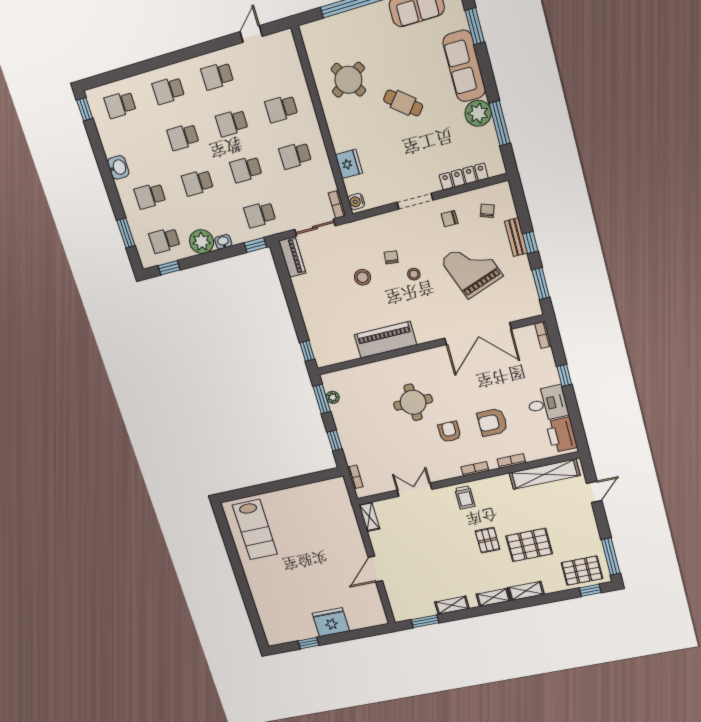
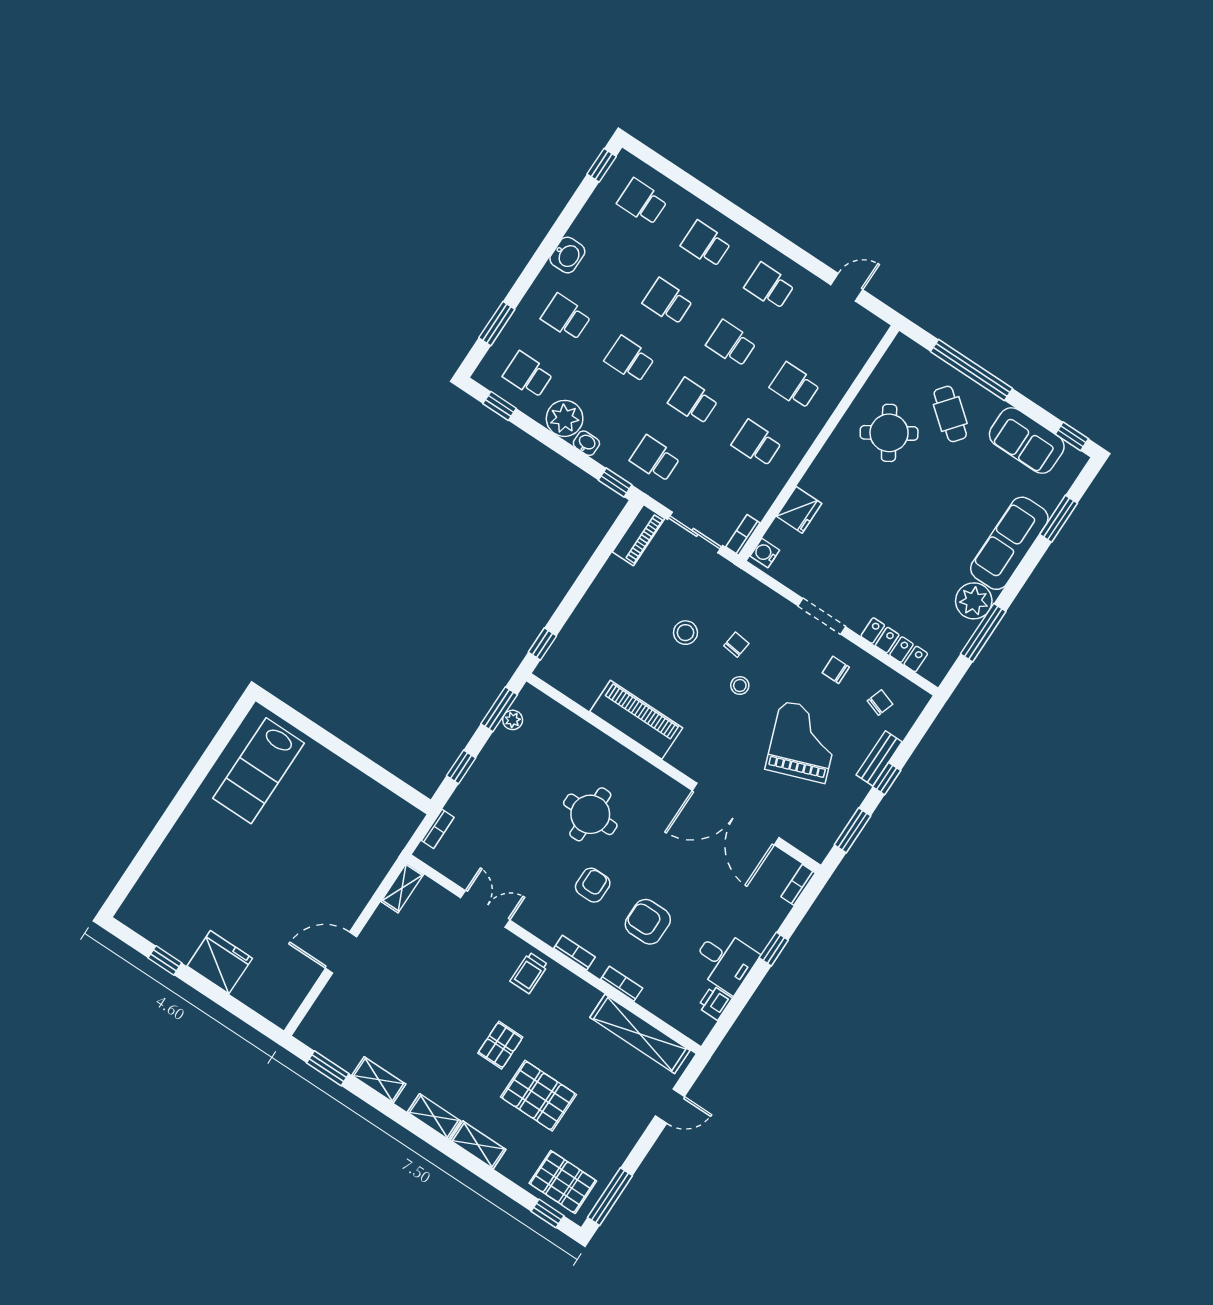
cafe table: (403, 103) -> (950, 414), moved
printer: (562, 435) -> (715, 1003), width x0.53, depth x0.68

